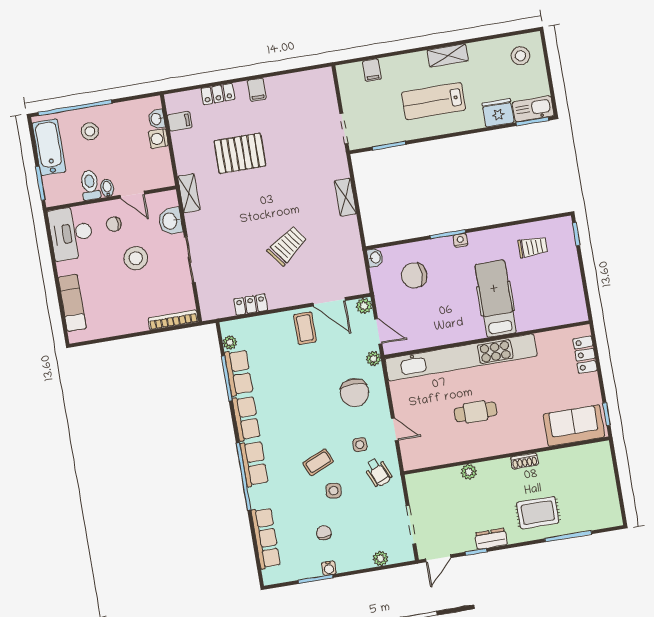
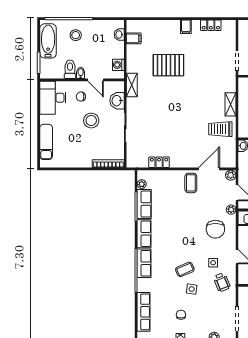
locker: (218, 94) -> (211, 25), moved
washing machine: (158, 139) -> (118, 65), moved
trolley: (287, 246) -> (220, 129), moved, turned -143
door: (329, 302) -> (209, 169), swing flipped

